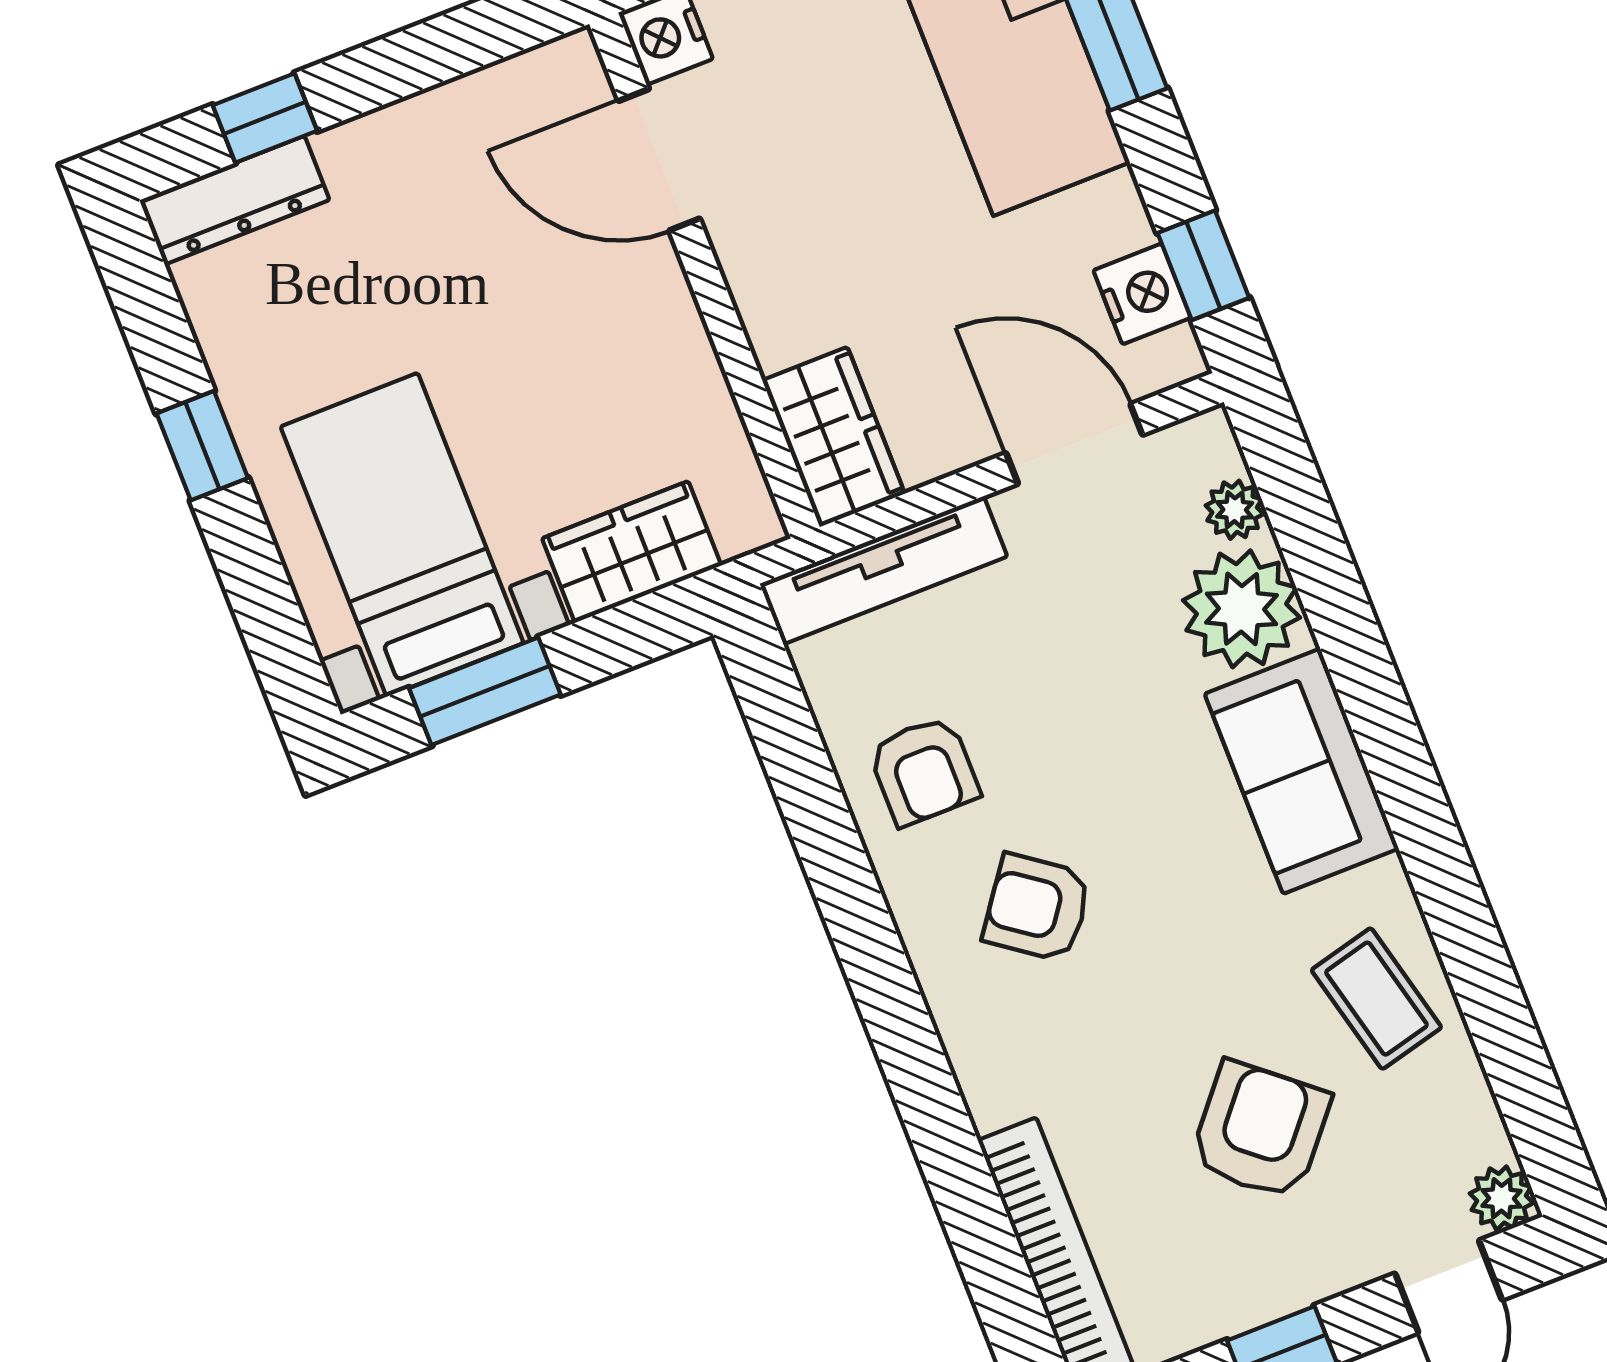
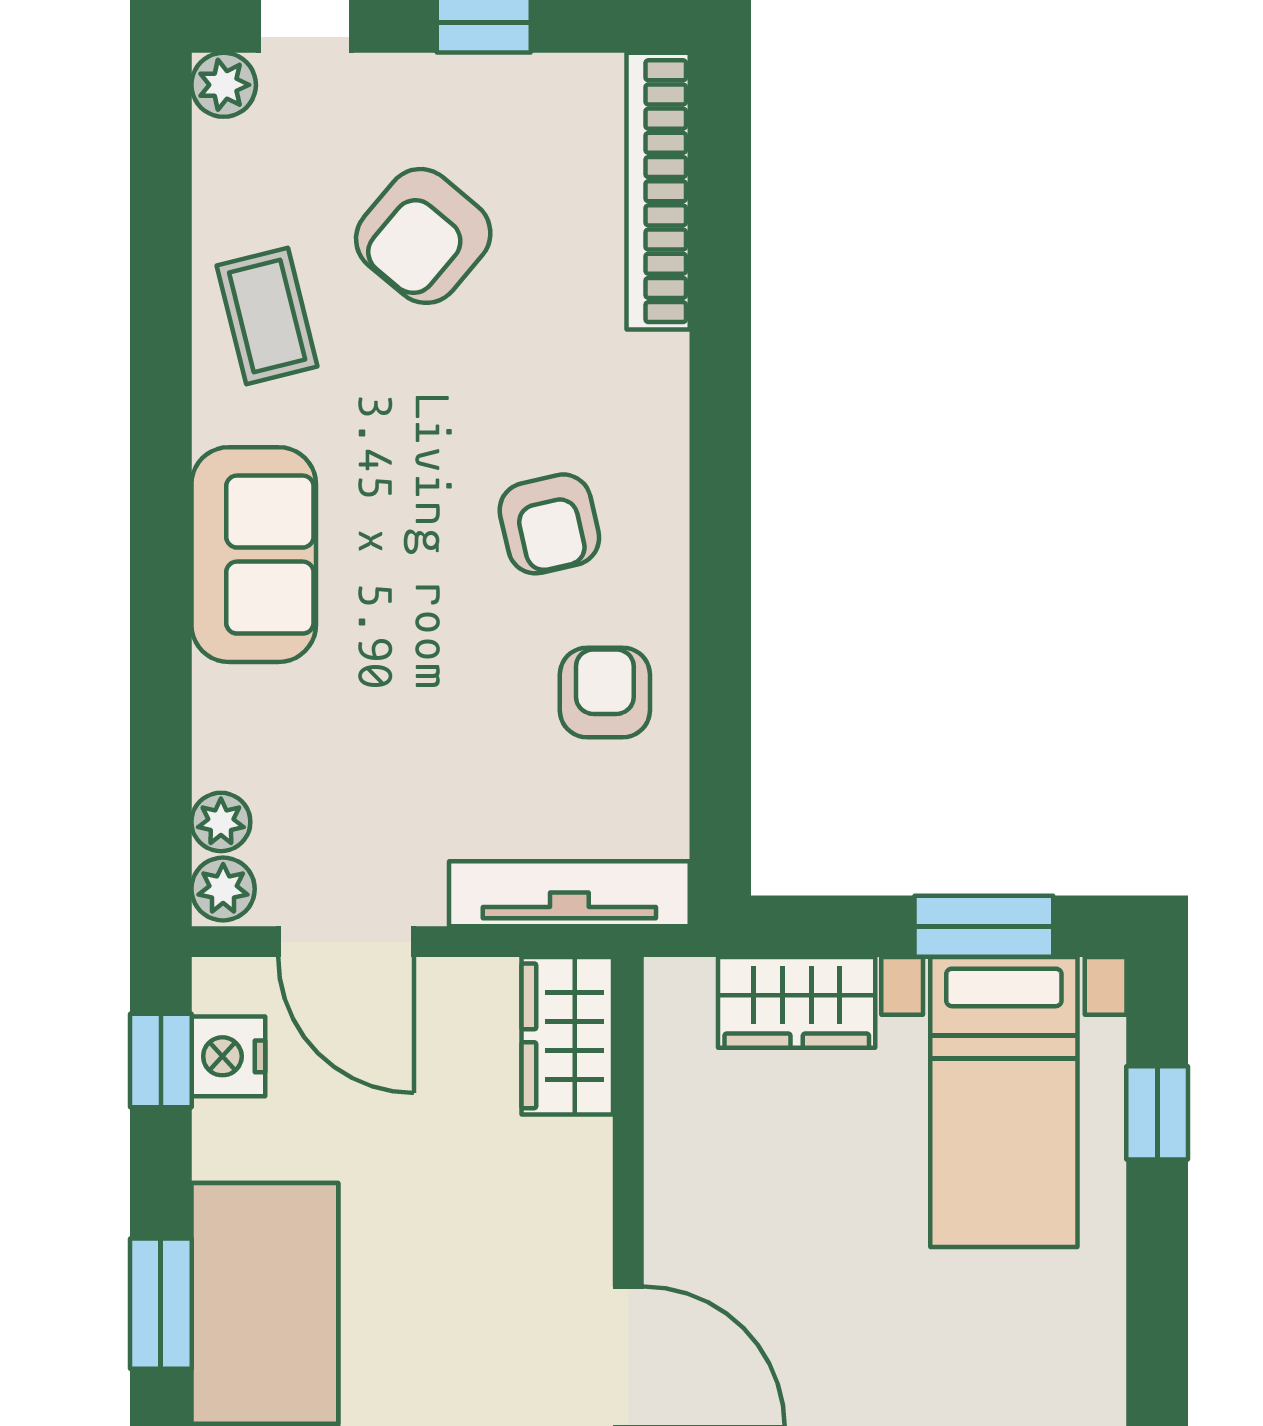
window: (202, 446) -> (1157, 1113), moved
plant: (1241, 609) -> (223, 889), moved, width x0.53, depth x0.53
armchair: (1037, 908) -> (549, 524), turned 41

